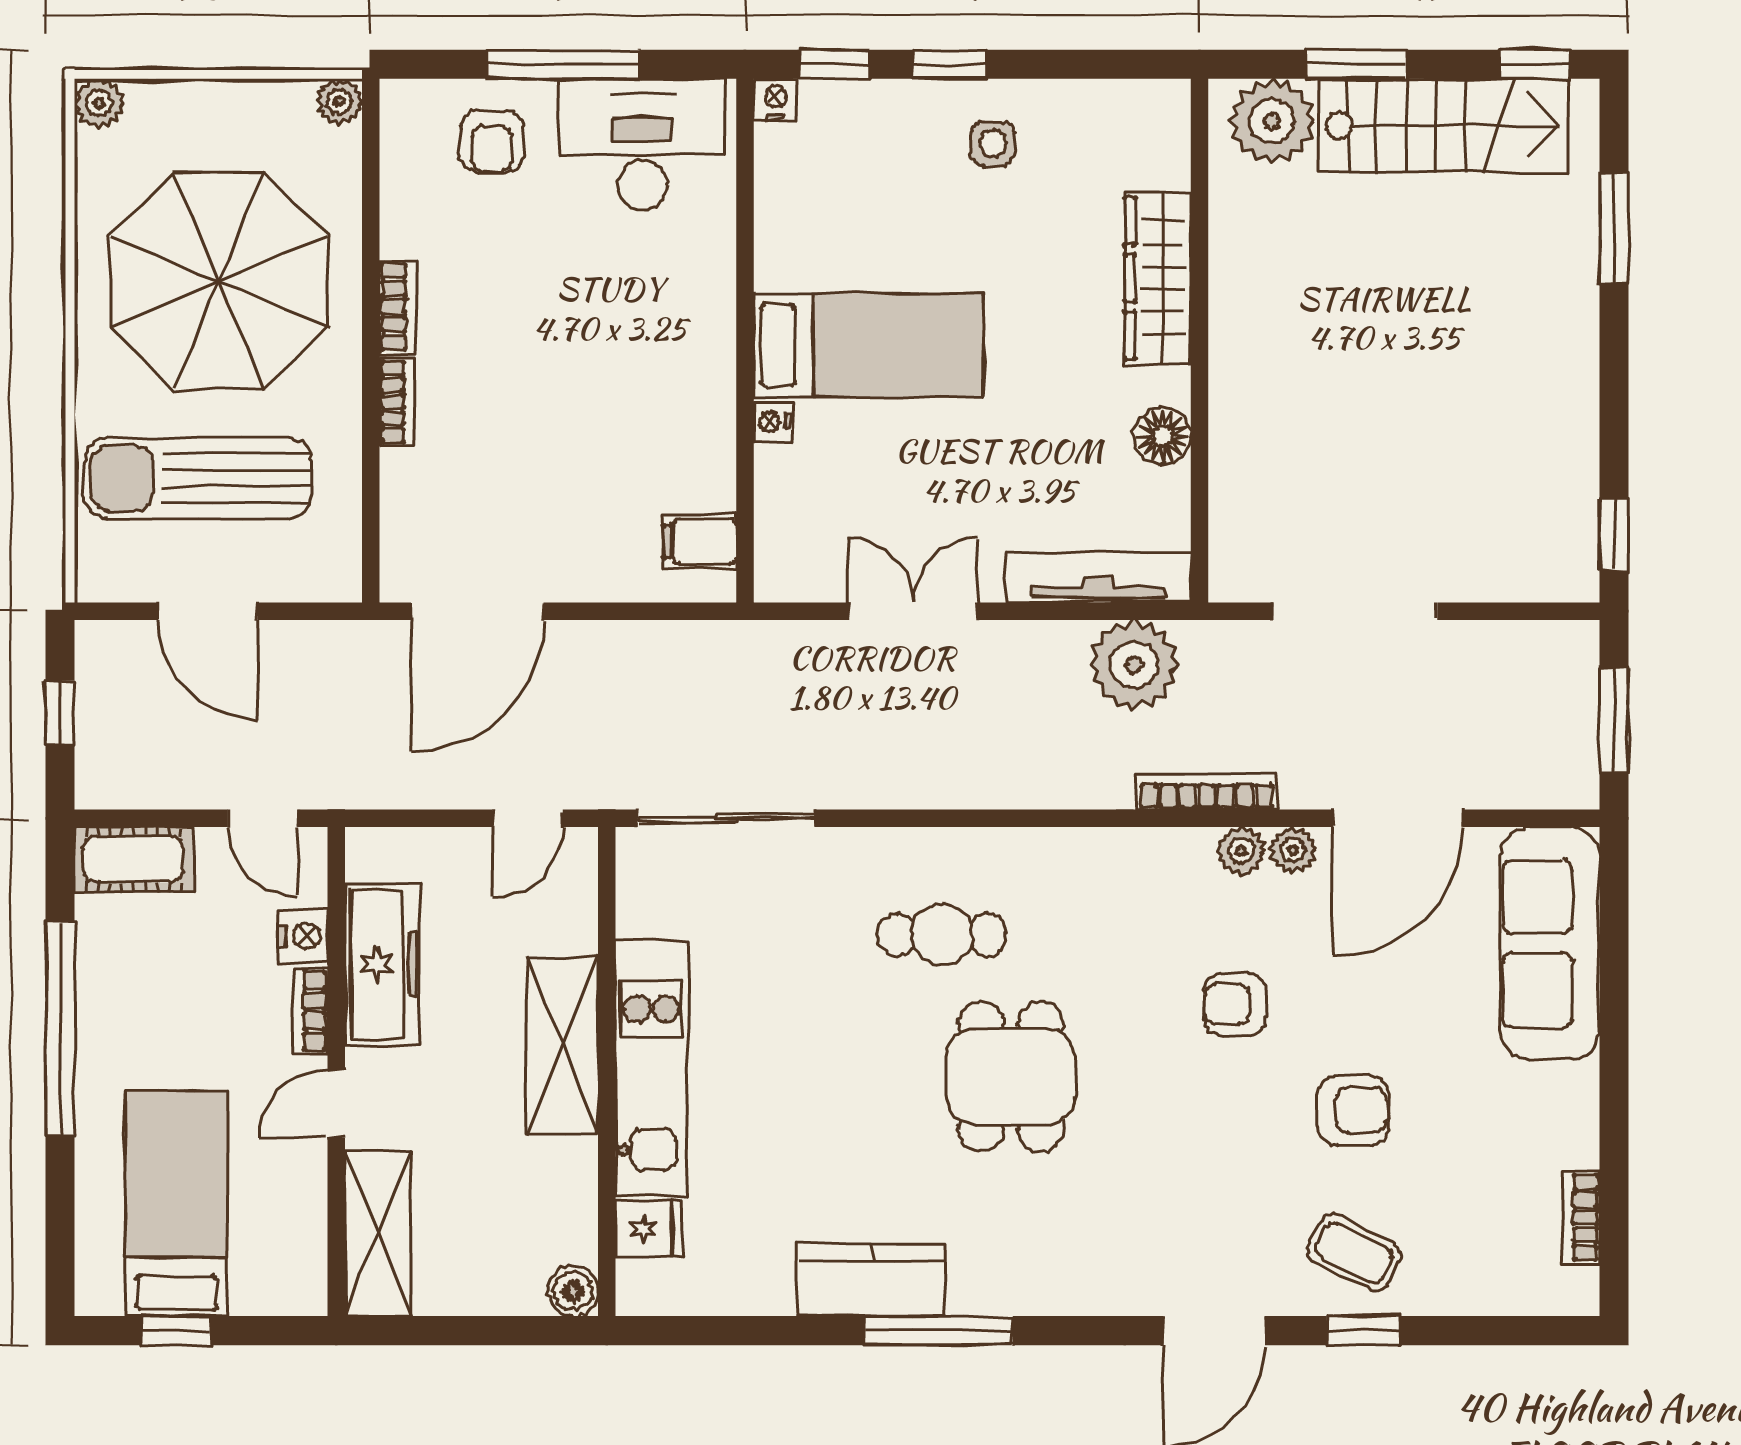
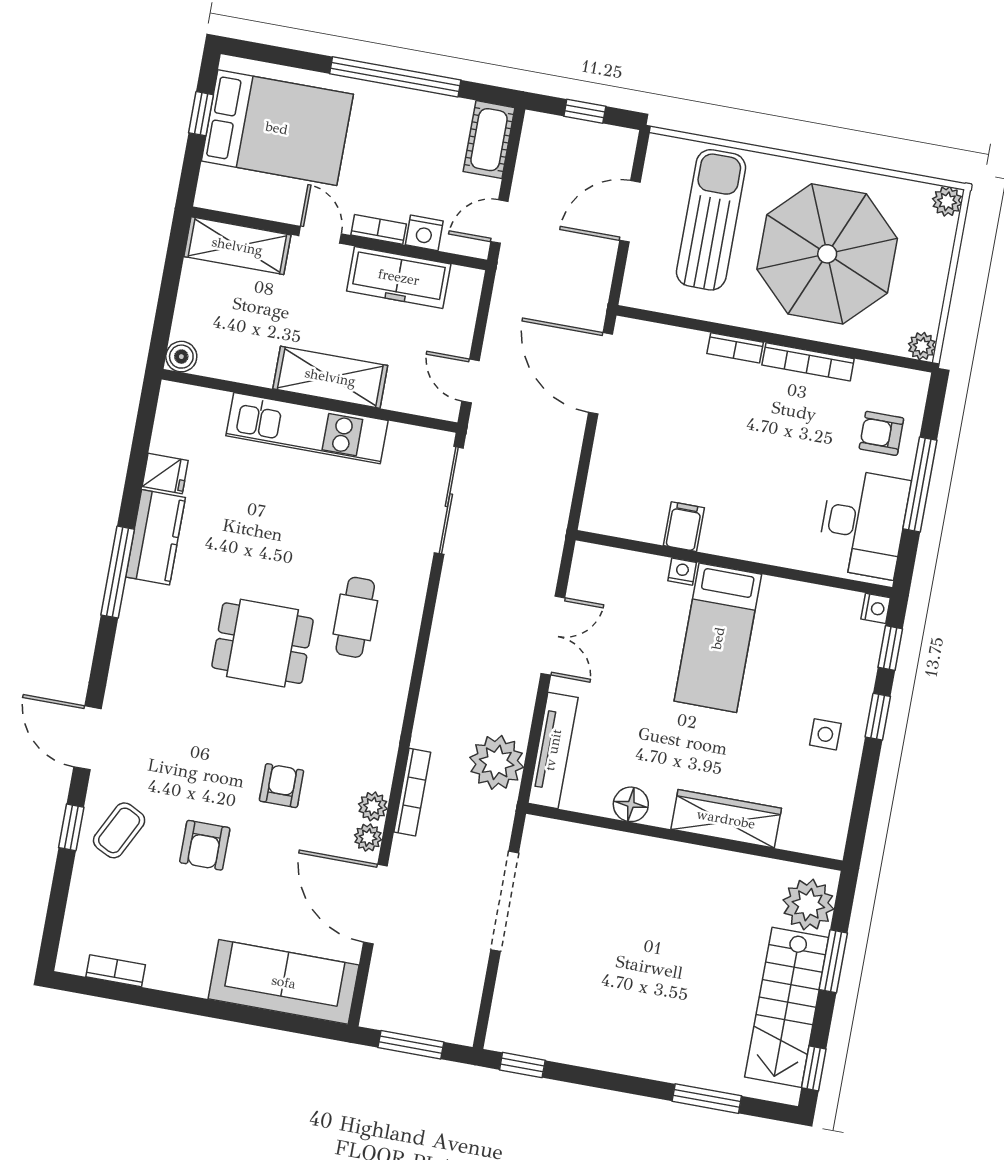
bookcase: (398, 307) -> (808, 362), width x1.56
filing cabinet: (700, 541) -> (684, 527), moved
bed: (176, 1204) -> (277, 128), width x1.50
fridge: (649, 1229) -> (165, 474), moved, turned -90

